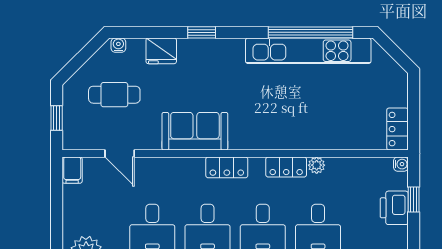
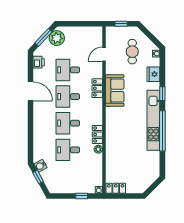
window: (310, 32) -> (162, 131), moved
kitchen unit: (308, 51) -> (153, 120), moved
locker: (227, 167) -> (97, 88), moved
filing cabinet: (72, 170) -> (96, 31), removed
printer: (394, 208) -> (78, 187), removed

